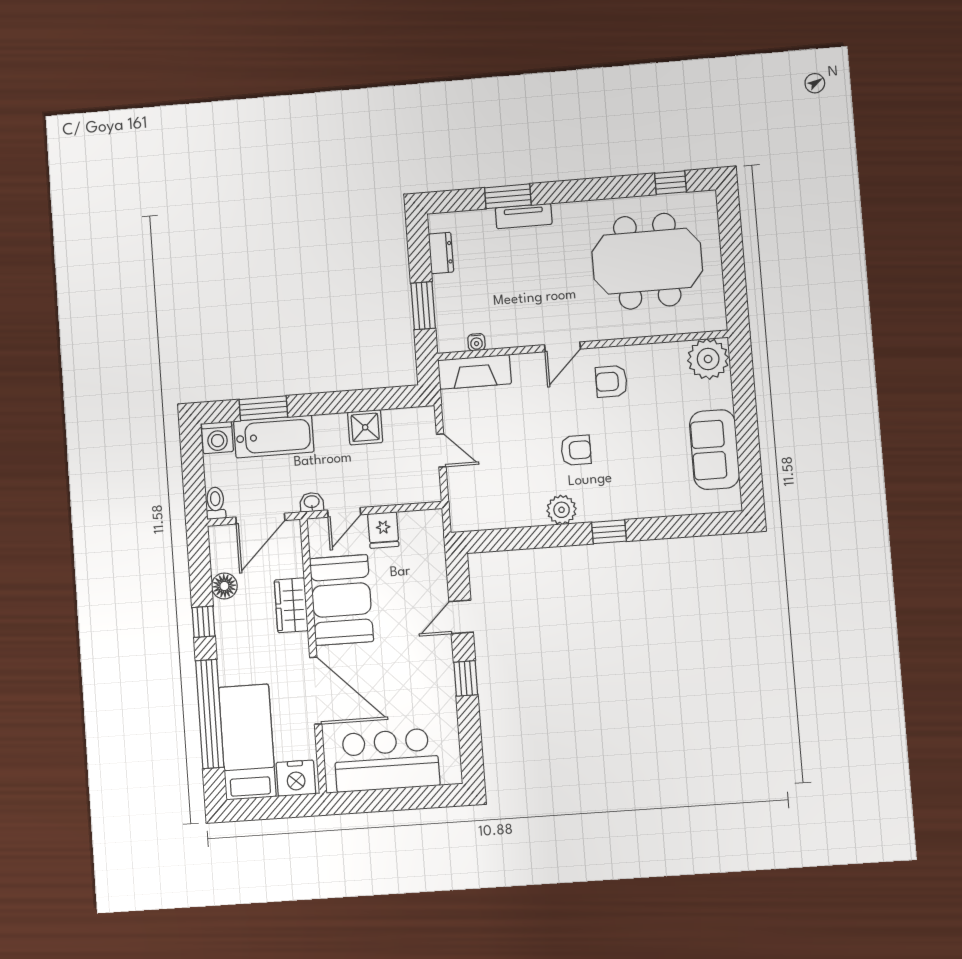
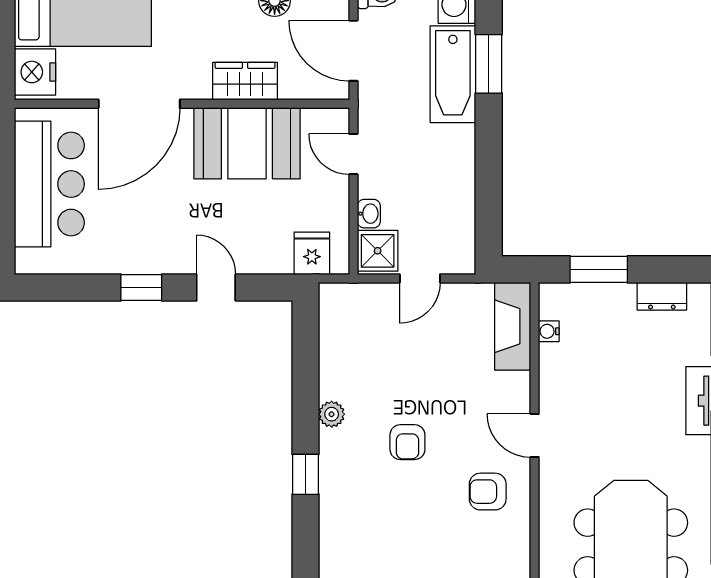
armchair: (611, 381) -> (488, 492), turned -90
shower: (365, 427) -> (378, 251), moved
washbasin: (312, 502) -> (369, 214), moved
plant: (562, 510) -> (332, 414), width x0.73, depth x0.73
fridge: (383, 530) -> (312, 253), moved, turned 90

